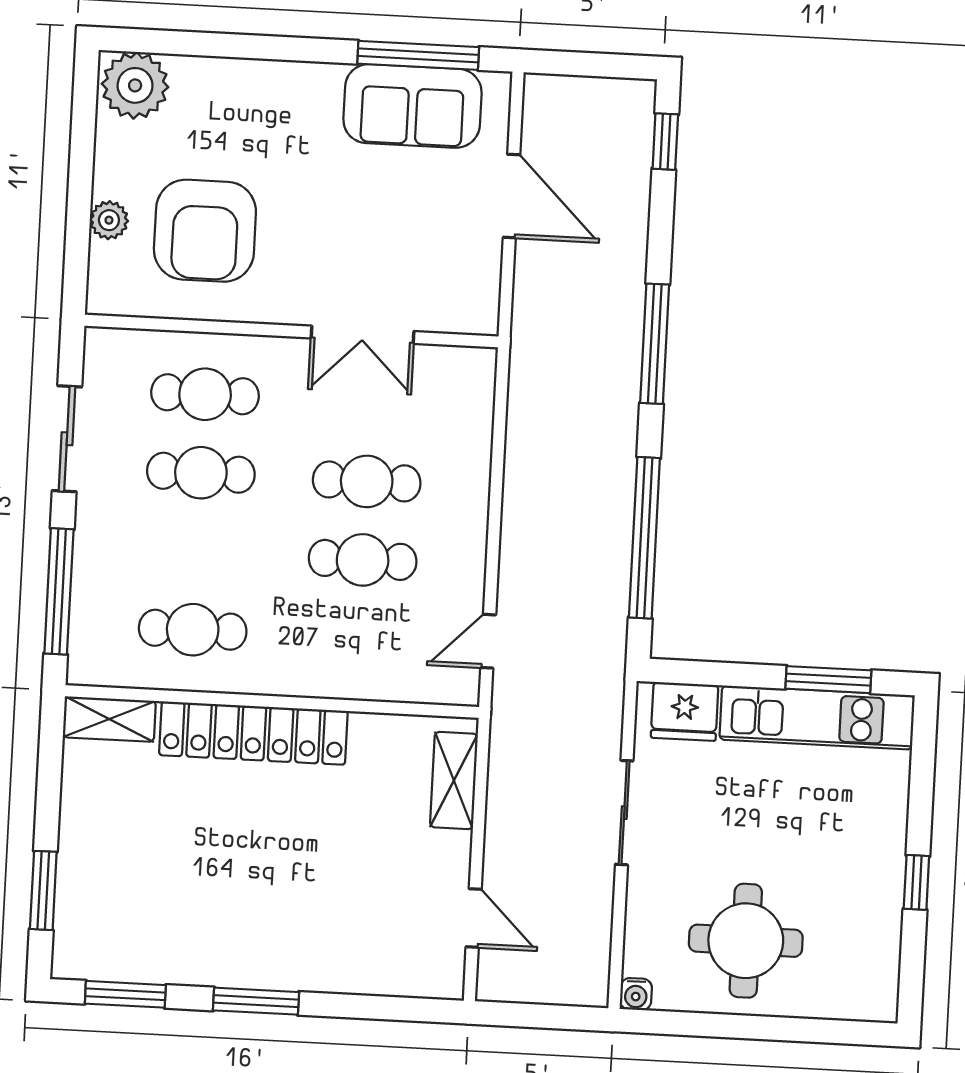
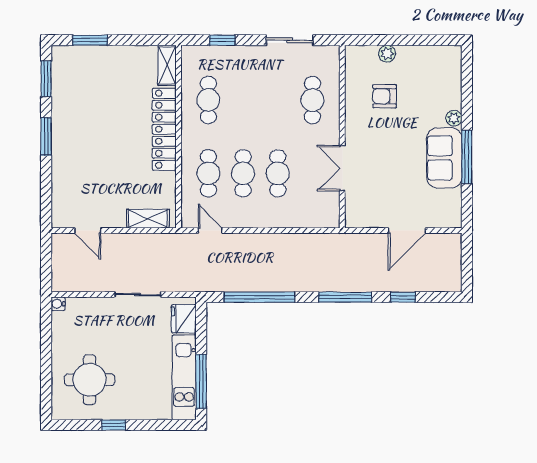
window: (418, 55) -> (467, 157), moved
plant: (135, 85) -> (454, 118), moved, width x0.53, depth x0.53
sofa: (412, 106) -> (444, 158), moved
window: (665, 142) -> (403, 297), moved
armchair: (205, 231) -> (385, 96), width x0.53, depth x0.53
cafe table: (201, 473) -> (208, 173), moved
window: (59, 591) -> (222, 40), width x0.46
window: (828, 680) -> (201, 381), width x1.44
door: (474, 918) -> (88, 231), hinge flipped
round table: (746, 941) -> (90, 380), moved

